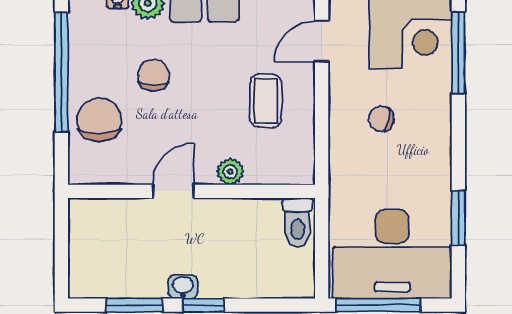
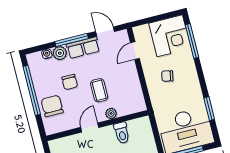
chair: (154, 75) -> (70, 82), turned 180
coffee table: (266, 101) -> (99, 90), moved
toilet: (298, 222) -> (122, 133), moved

